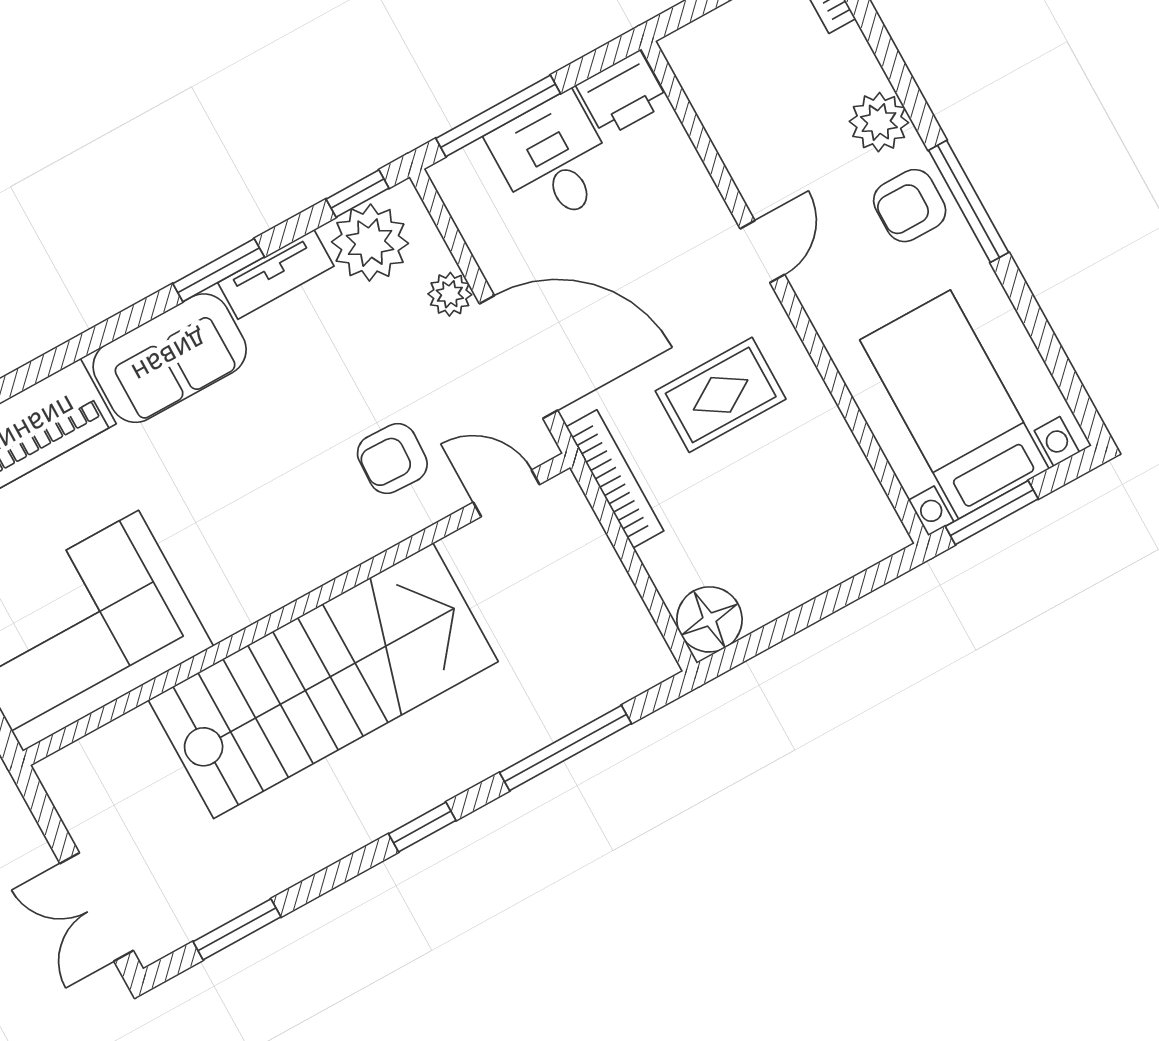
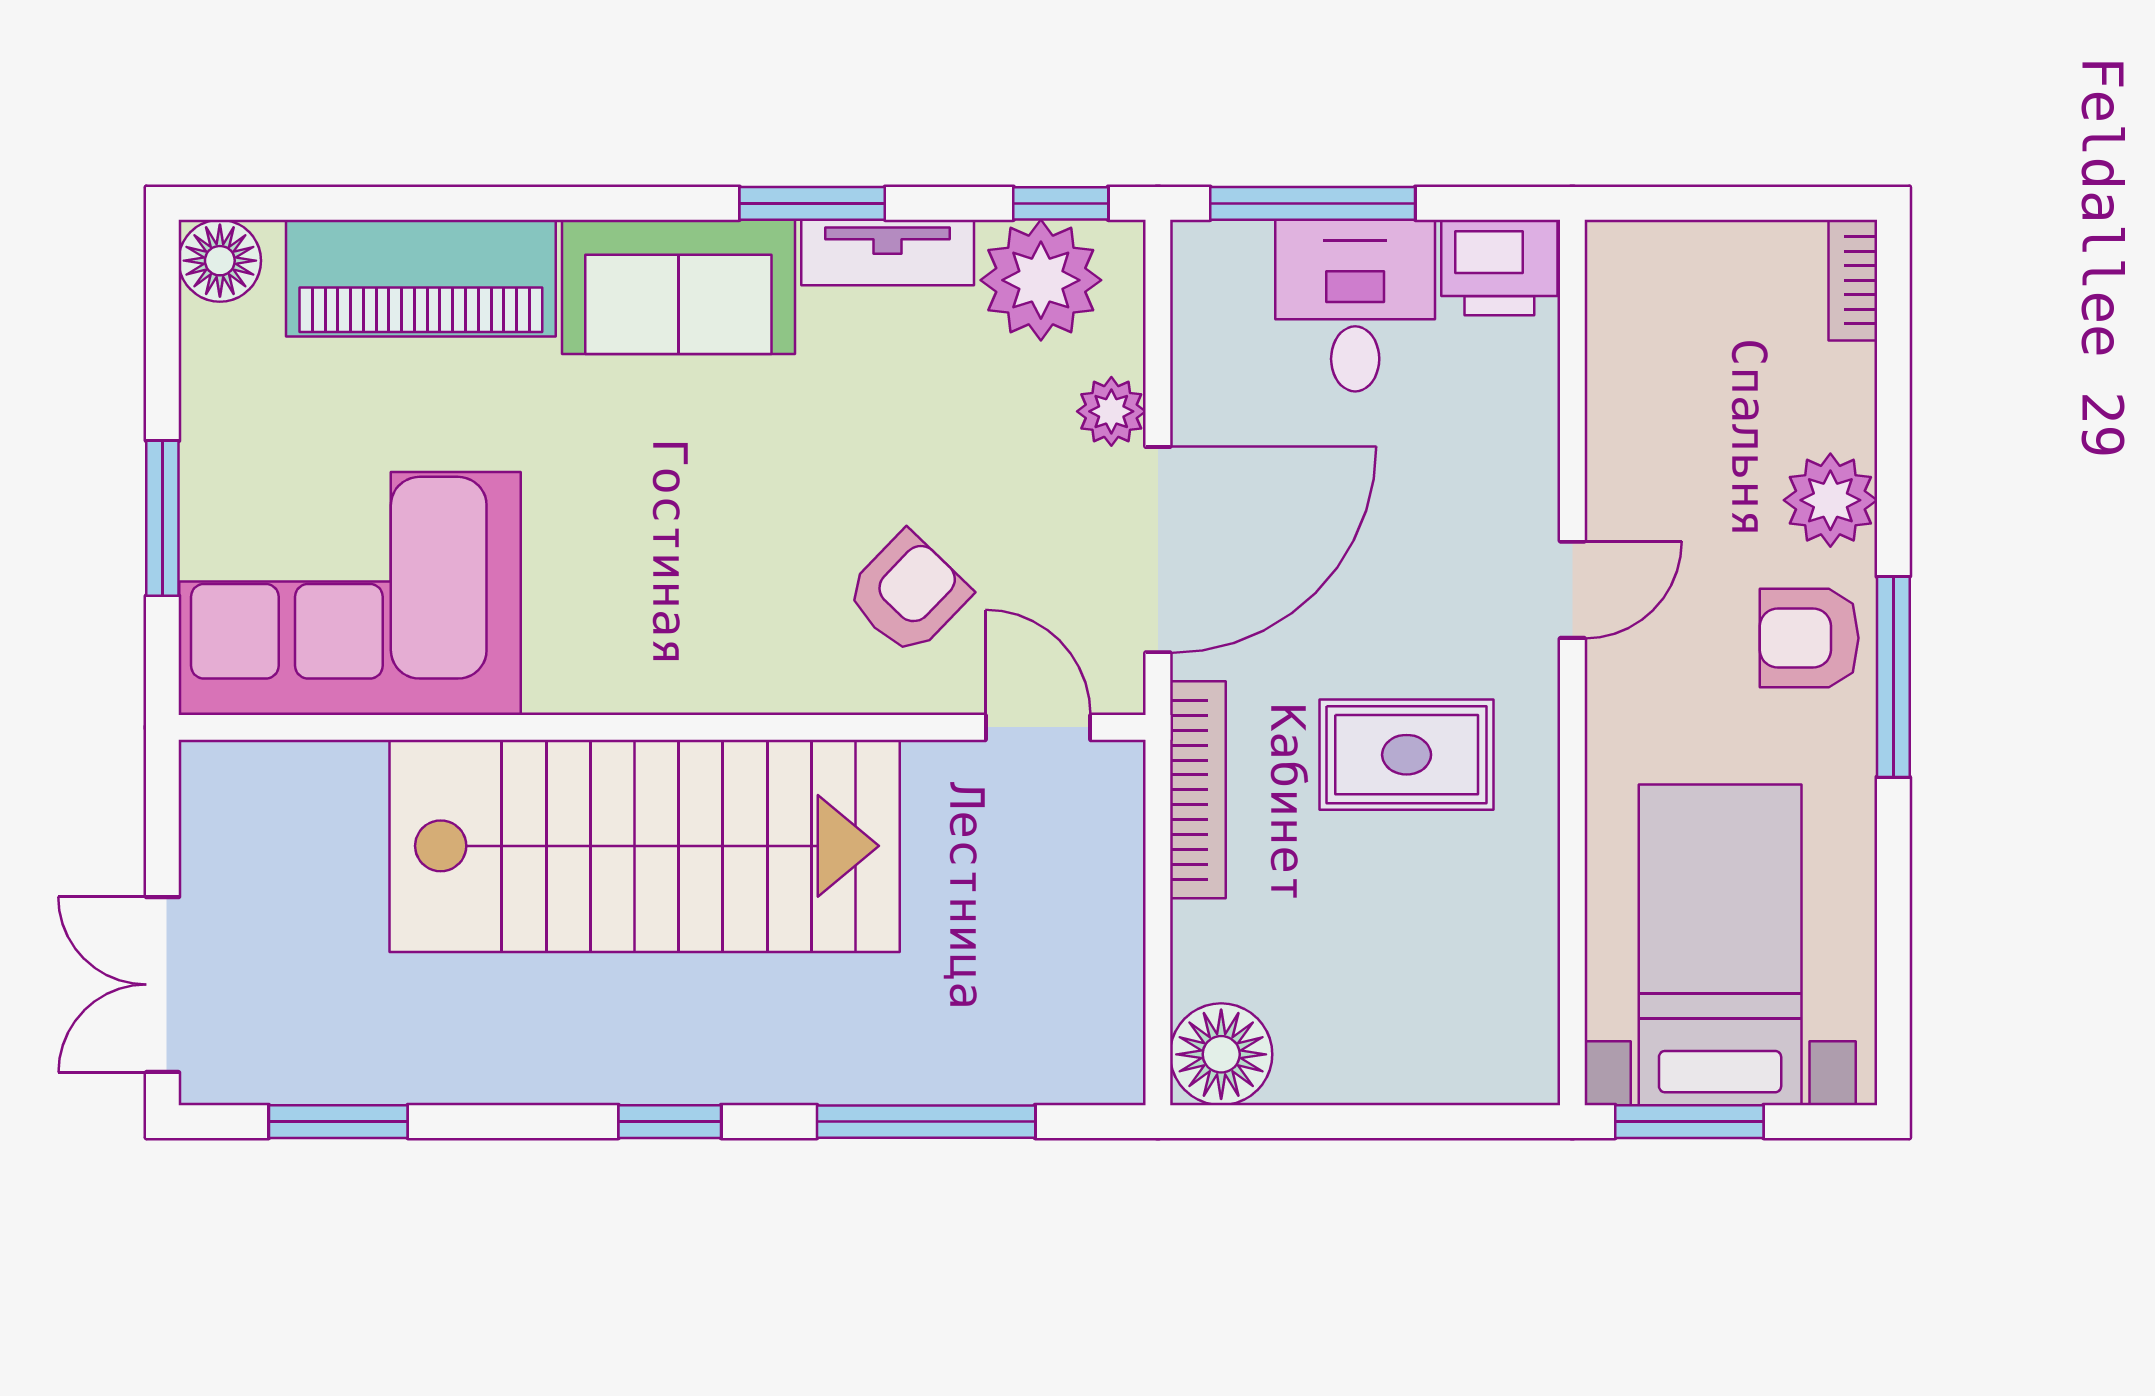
door: (519, 357) -> (1158, 550), hinge flipped
armchair: (392, 459) -> (908, 593), turned 132

